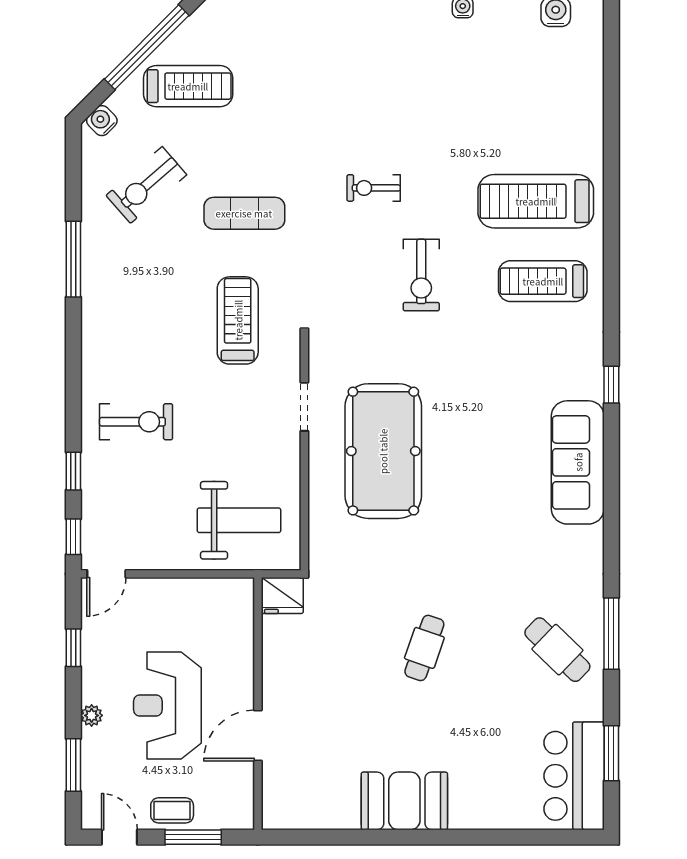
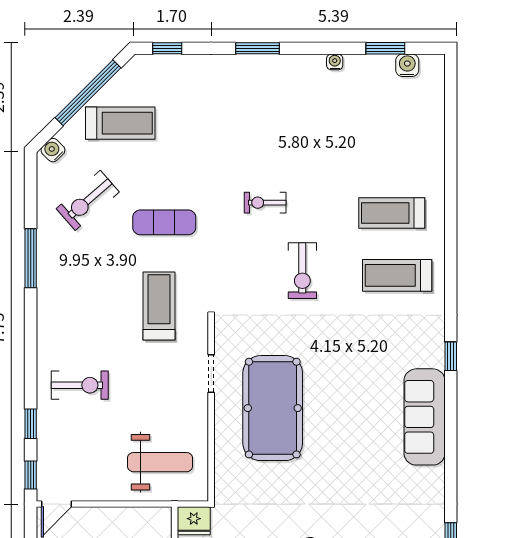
treadmill: (536, 201) -> (392, 213), width x0.73, depth x0.73

